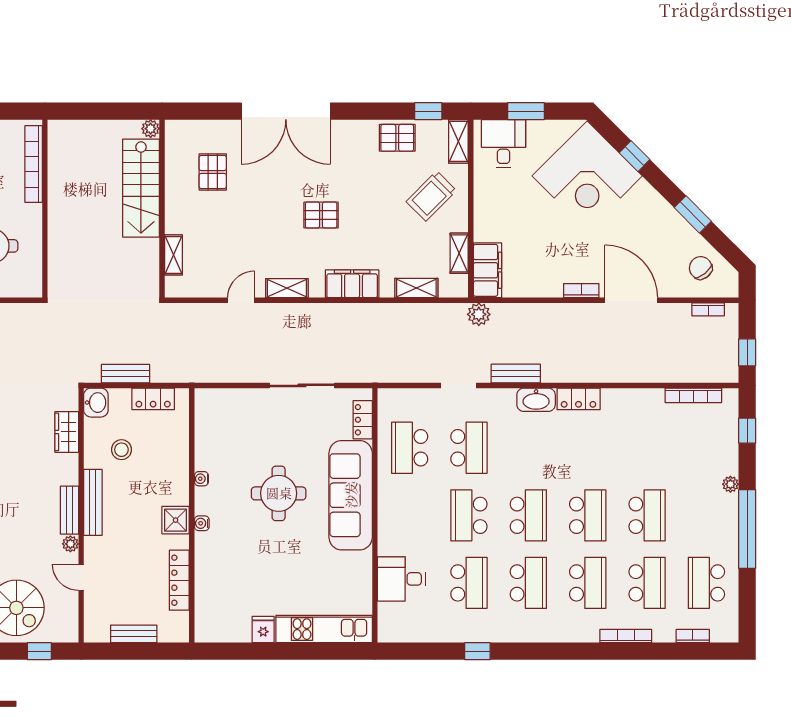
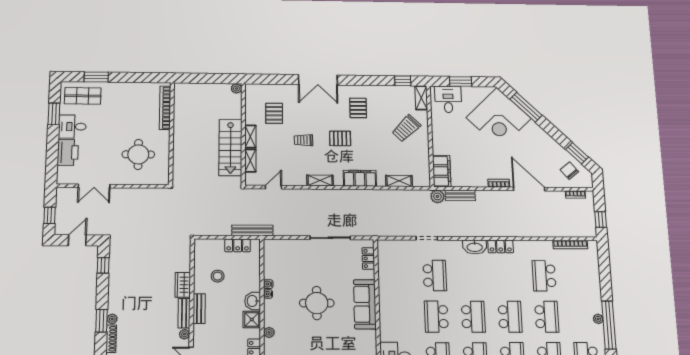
double door: (286, 111) -> (318, 80), width x0.73
pallet: (397, 138) -> (358, 108), moved, turned 90
window: (635, 156) -> (526, 107), width x2.17
stairs: (141, 188) -> (230, 148), moved
window: (693, 214) -> (577, 153), moved
trolley: (261, 219) -> (303, 140), added
shelving: (459, 253) -> (250, 137), moved
door: (241, 300) -> (273, 187), moved
bench: (125, 374) -> (252, 230), moved, width x1.36
bench: (516, 374) -> (460, 195), moved
washbasin: (96, 403) -> (253, 301), moved, turned 180
window: (747, 431) -> (604, 266), removed
wardrobe: (67, 432) -> (183, 285), moved
school desk: (410, 448) -> (544, 276), moved
plant: (730, 484) -> (598, 319), moved
sofa: (351, 495) -> (365, 304), width x0.74, depth x0.79
bench: (93, 502) -> (199, 309), width x0.73
water cooler: (202, 523) -> (268, 284), moved
plant: (203, 541) -> (269, 332), added

